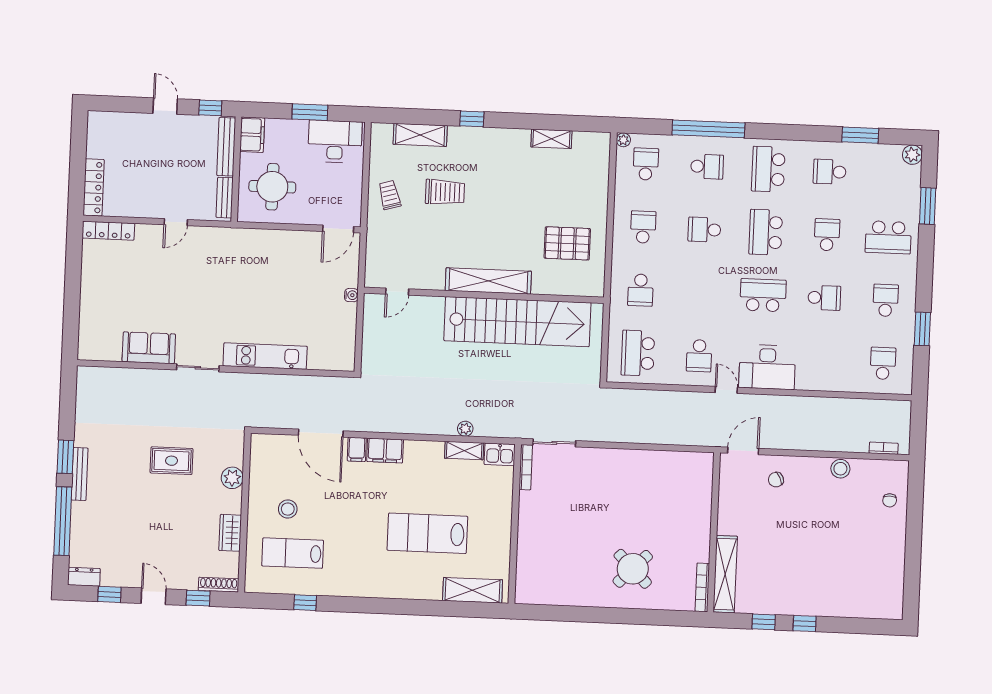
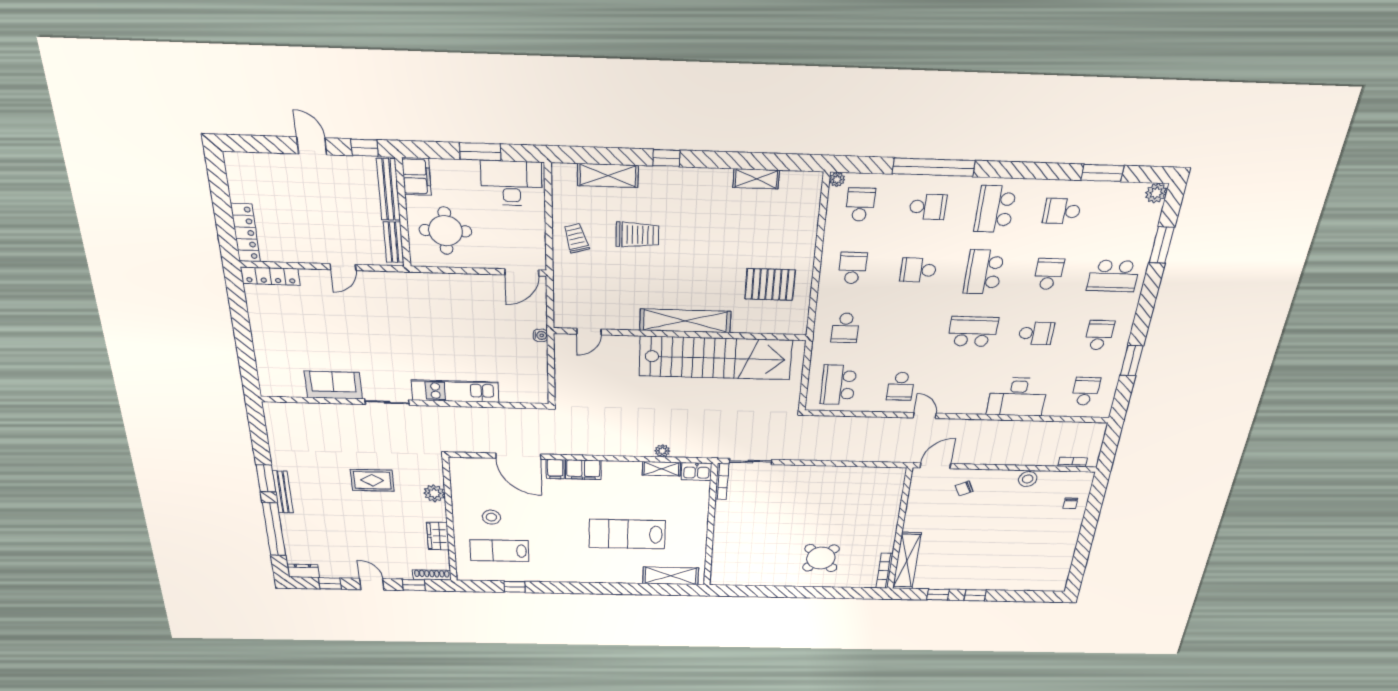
desk: (767, 367) -> (1017, 397), moved

